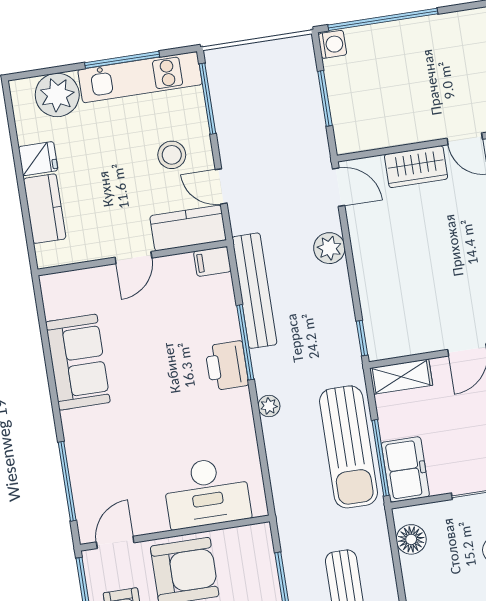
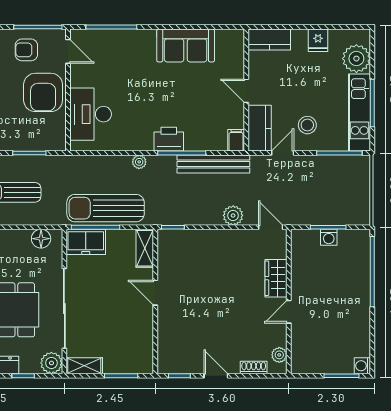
washing machine: (332, 44) -> (329, 237), moved
door: (339, 187) -> (271, 227), swing flipped
kitchen counter: (45, 209) -> (269, 39), moved

